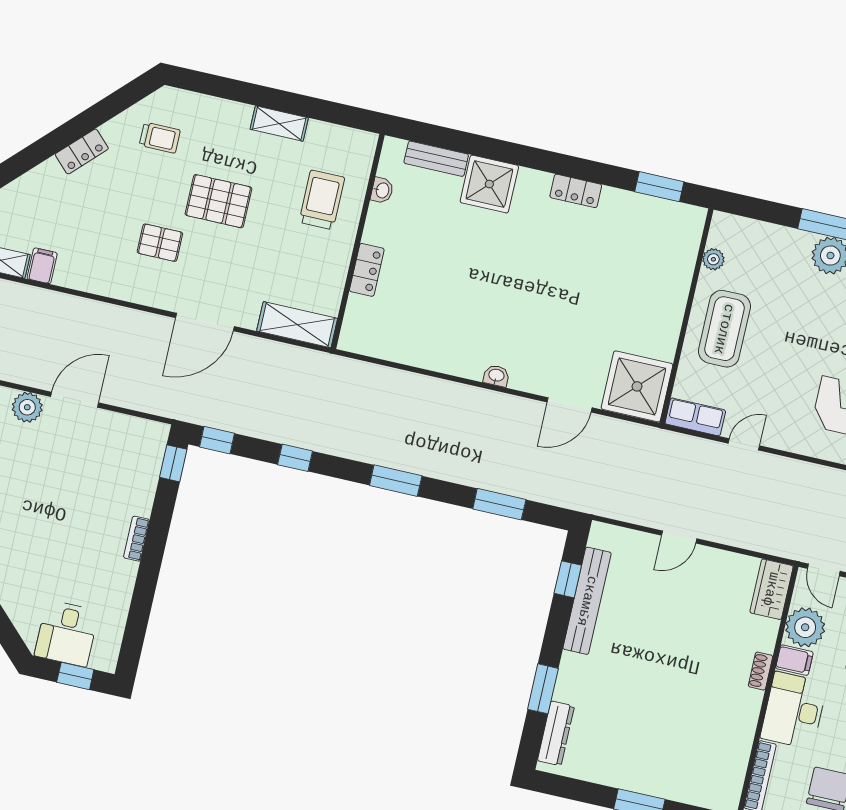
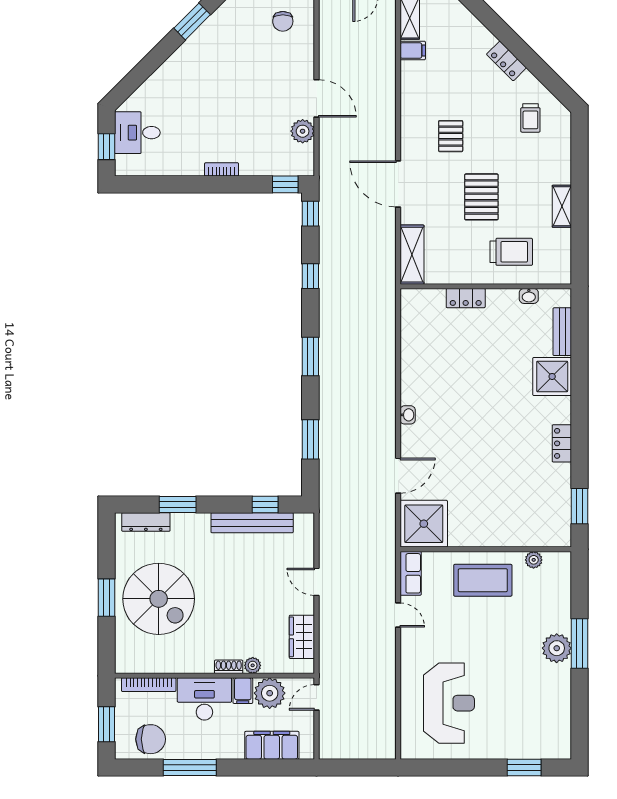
pallet: (218, 201) -> (481, 197), moved
door: (570, 405) -> (398, 476), swing flipped
plant: (27, 407) -> (303, 131), moved
wardrobe: (771, 589) -> (302, 637), moved, turned -90
plant: (766, 641) -> (253, 665), added
spiral stairs: (656, 739) -> (159, 599), added

